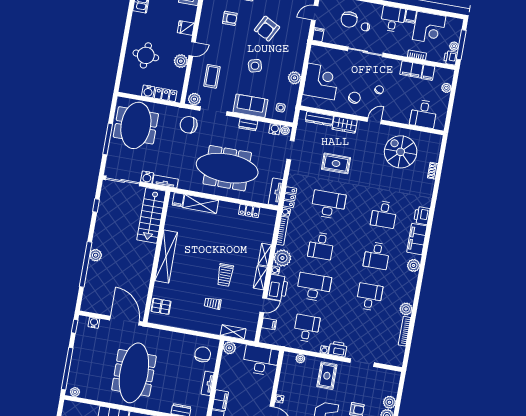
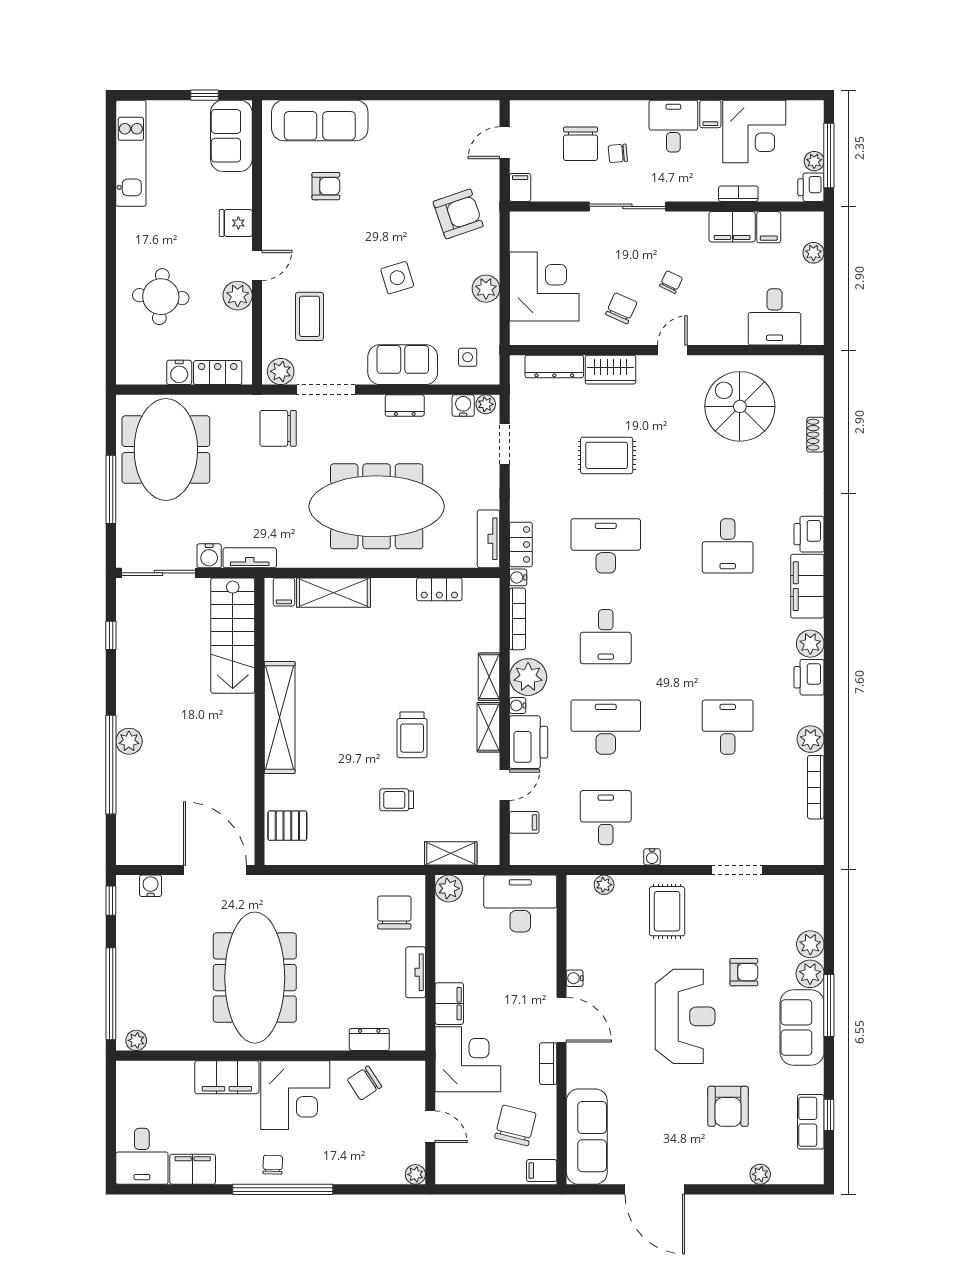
armchair: (267, 29) -> (458, 214), moved, turned -137
desk: (377, 256) -> (728, 637), removed
printer: (338, 349) -> (809, 677), moved, turned -90

